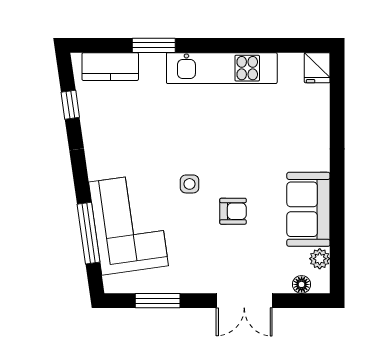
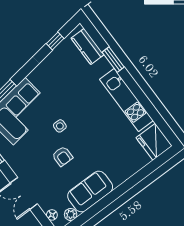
fridge: (317, 68) -> (154, 142), width x1.88, depth x1.34

